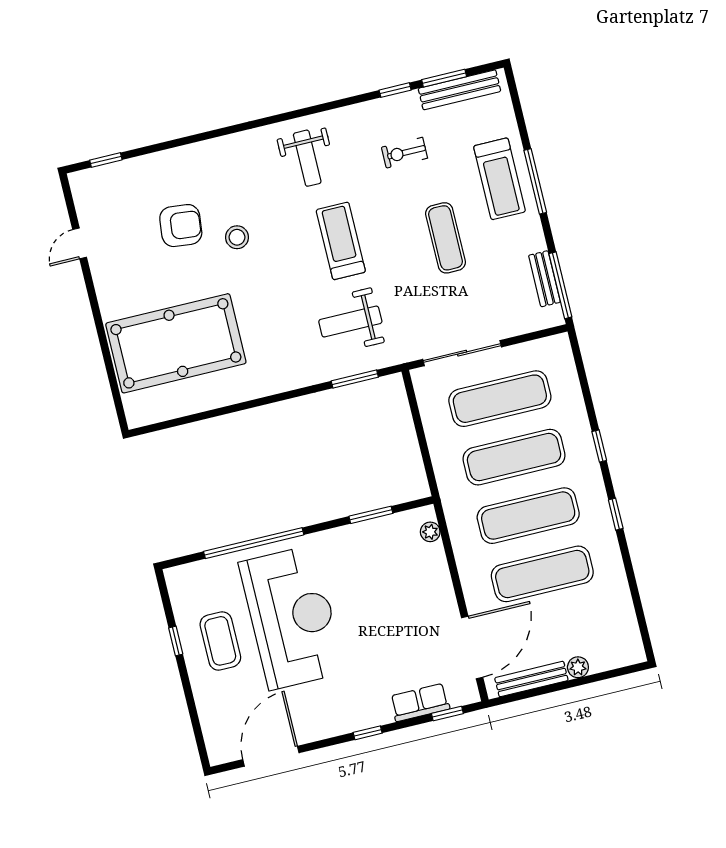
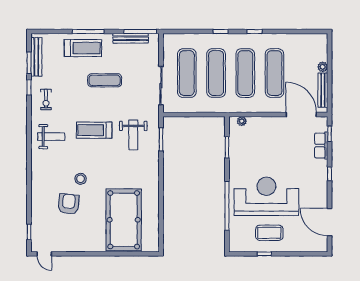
exercise bike: (404, 153) -> (46, 100), moved
door: (80, 243) -> (44, 254), moved
bench: (544, 279) -> (131, 38), width x1.36

